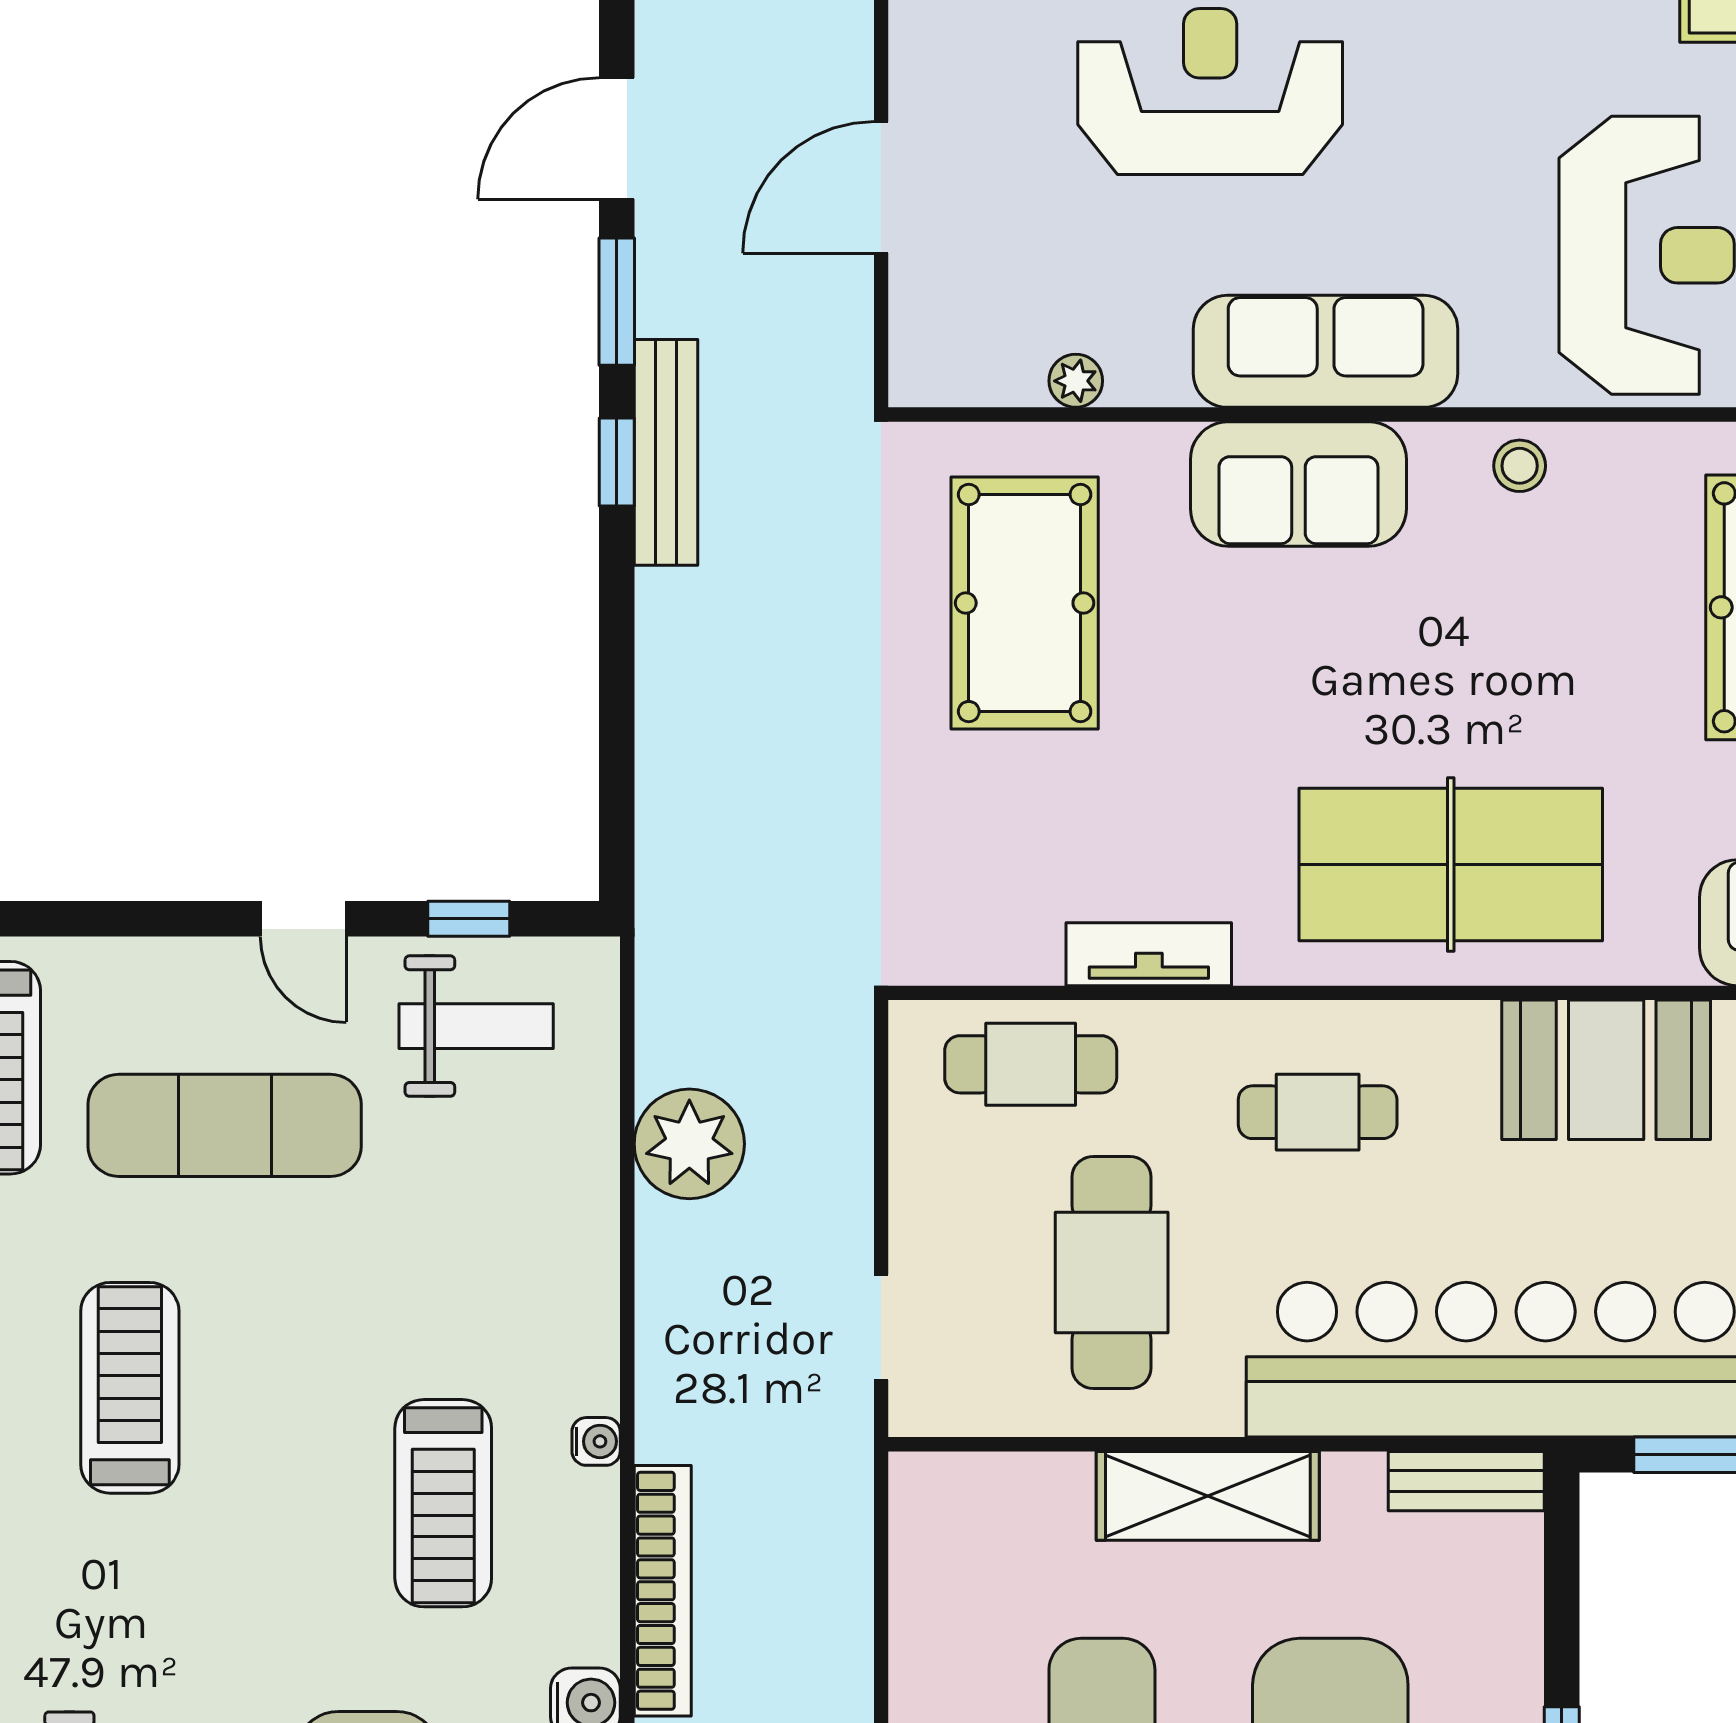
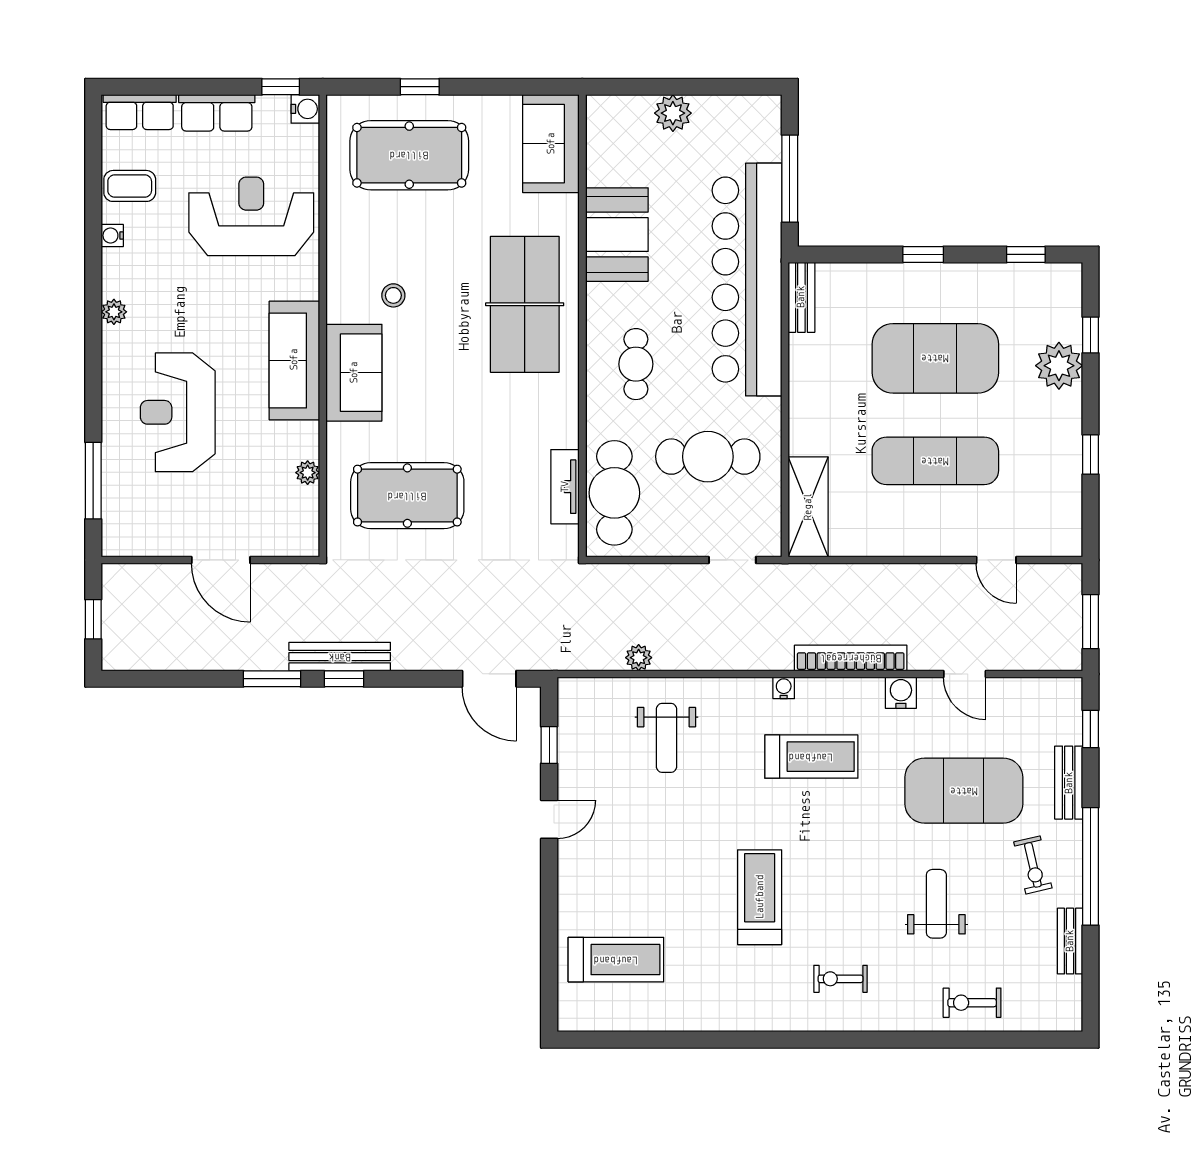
door: (617, 138) -> (489, 679), moved
stool: (1520, 466) -> (393, 295), moved
tv unit: (1149, 954) -> (565, 487), moved
weight bench: (476, 1026) -> (667, 738), moved, turned 180
cafe table: (1031, 1064) -> (614, 493), width x1.37, depth x1.35
exercise mat: (225, 1125) -> (642, 855), removed
plant: (689, 1144) -> (639, 658), width x0.53, depth x0.53
treadmill: (130, 1388) -> (760, 897), turned 90
shelving: (1208, 1496) -> (808, 507), moved

